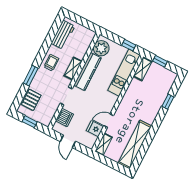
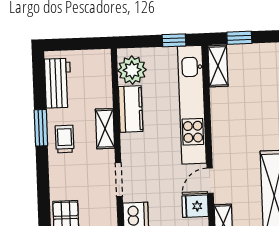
kitchen counter: (87, 72) -> (131, 109), width x0.67
kitchen unit: (124, 73) -> (192, 105), width x1.36
window: (31, 76) -> (41, 128), moved

